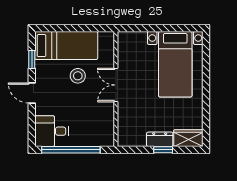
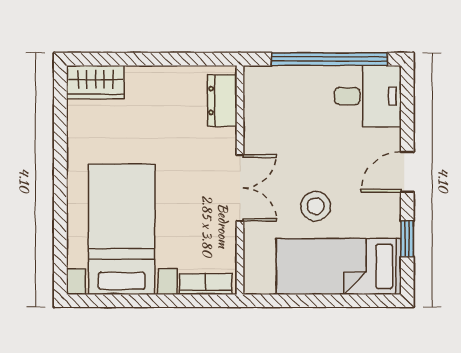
bookcase: (133, 37) -> (206, 284), added
door: (32, 93) -> (407, 172), swing flipped
dresser: (160, 139) -> (222, 101), moved, turned 90
window: (163, 150) -> (146, 59), removed

